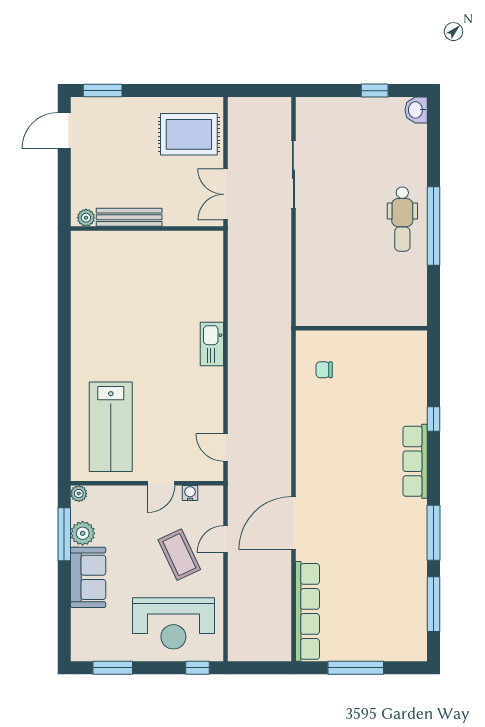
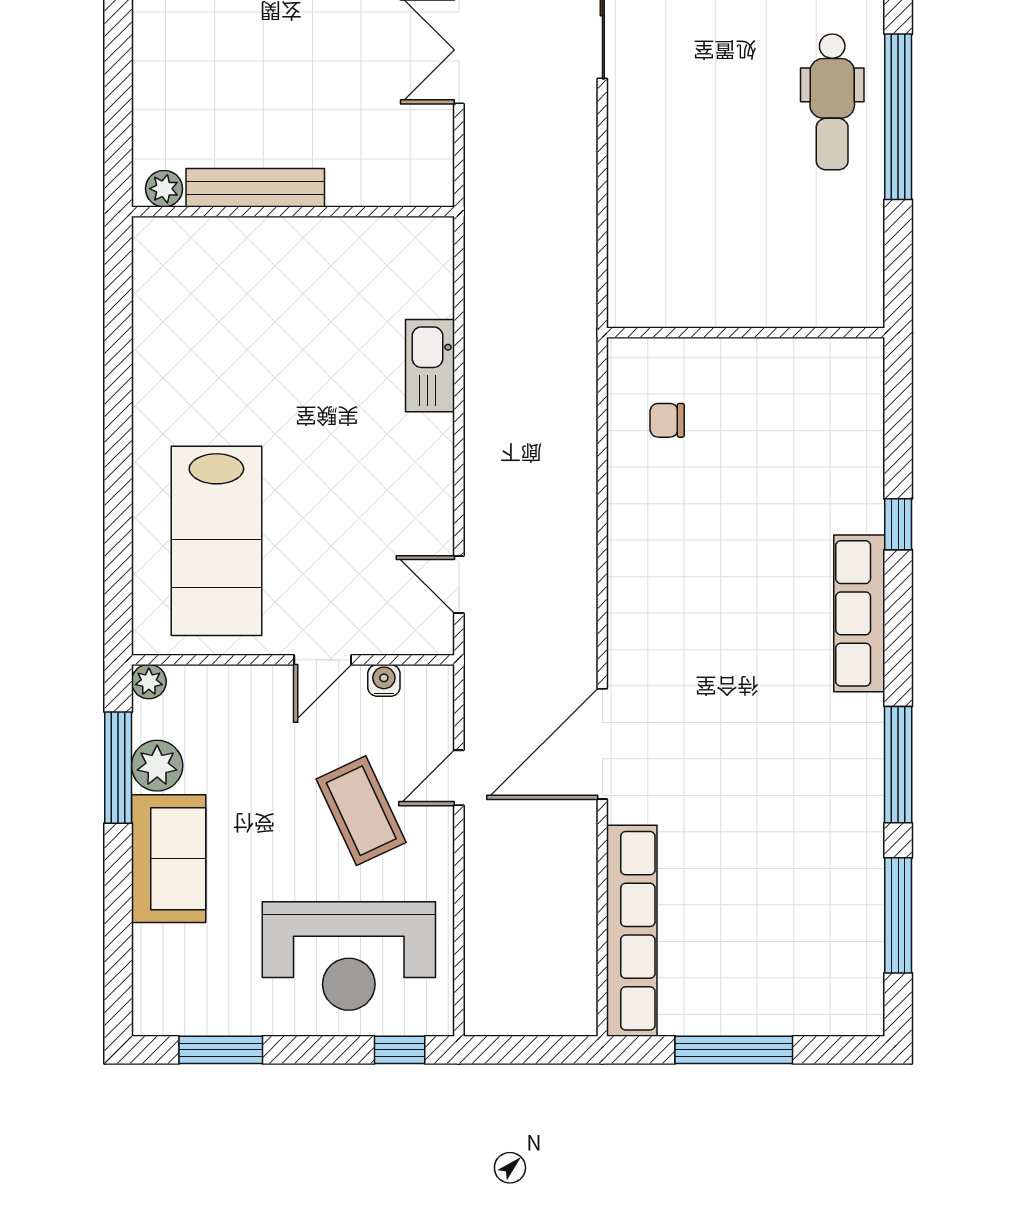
bench: (129, 217) -> (255, 188), moved
plant: (86, 218) -> (164, 189), moved
wall: (147, 229) -> (293, 212), moved

